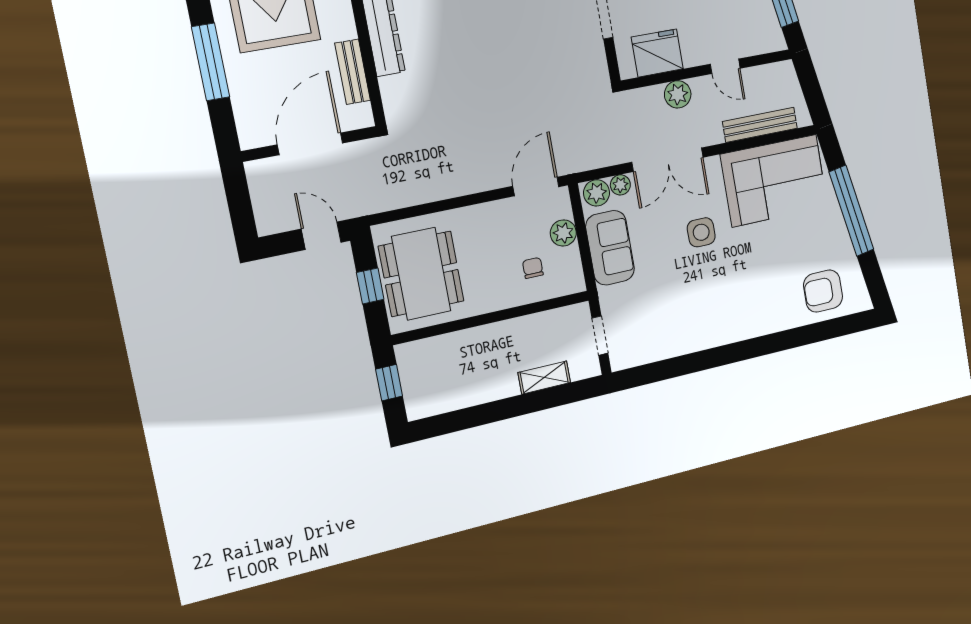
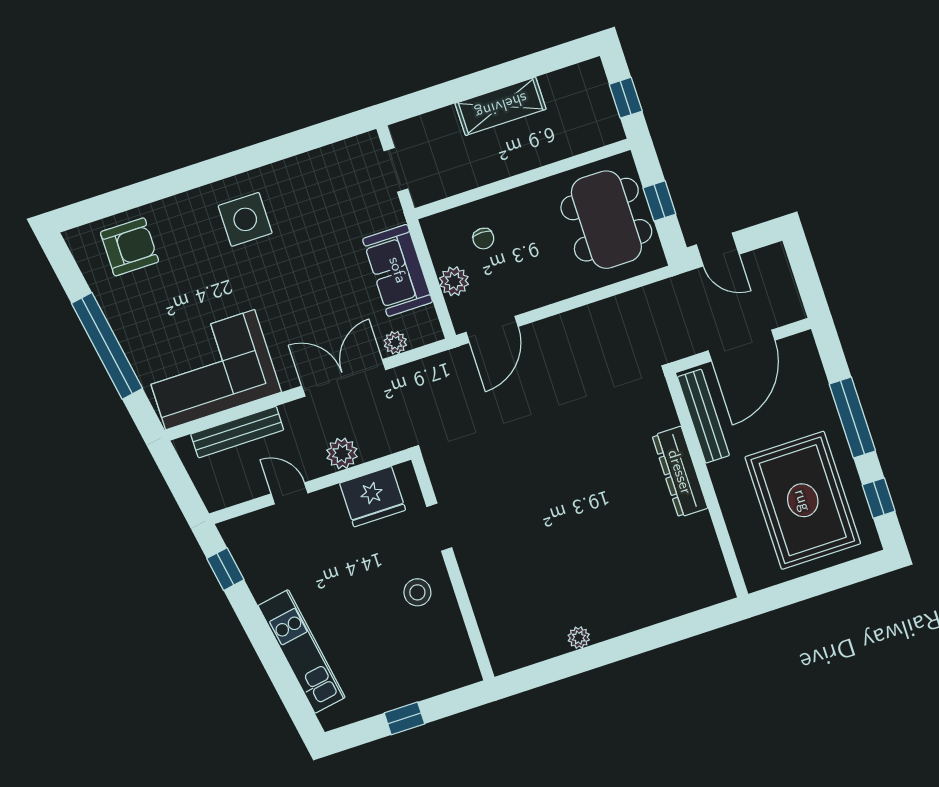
bench: (353, 72) -> (703, 416), width x1.36
plant: (597, 193) -> (422, 330), removed
side table: (701, 232) -> (245, 219), moved, width x1.37, depth x1.37
shelving: (544, 378) -> (501, 106), moved, width x1.50, depth x1.33

